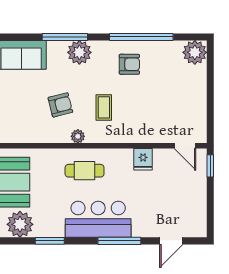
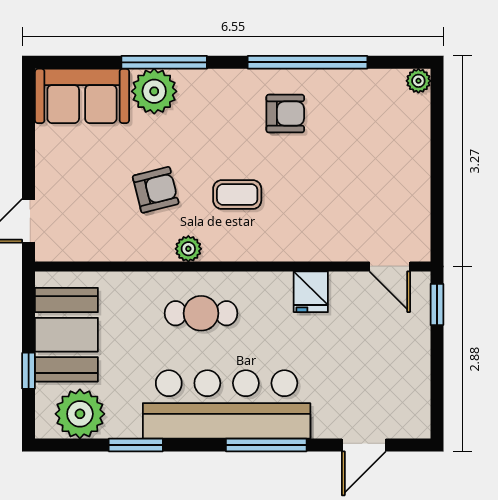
plant: (79, 52) -> (154, 91), moved
plant: (195, 52) -> (418, 81), width x0.53, depth x0.53
coffee table: (104, 107) -> (237, 195), turned 90
bar counter: (98, 219) -> (227, 404), width x1.36

